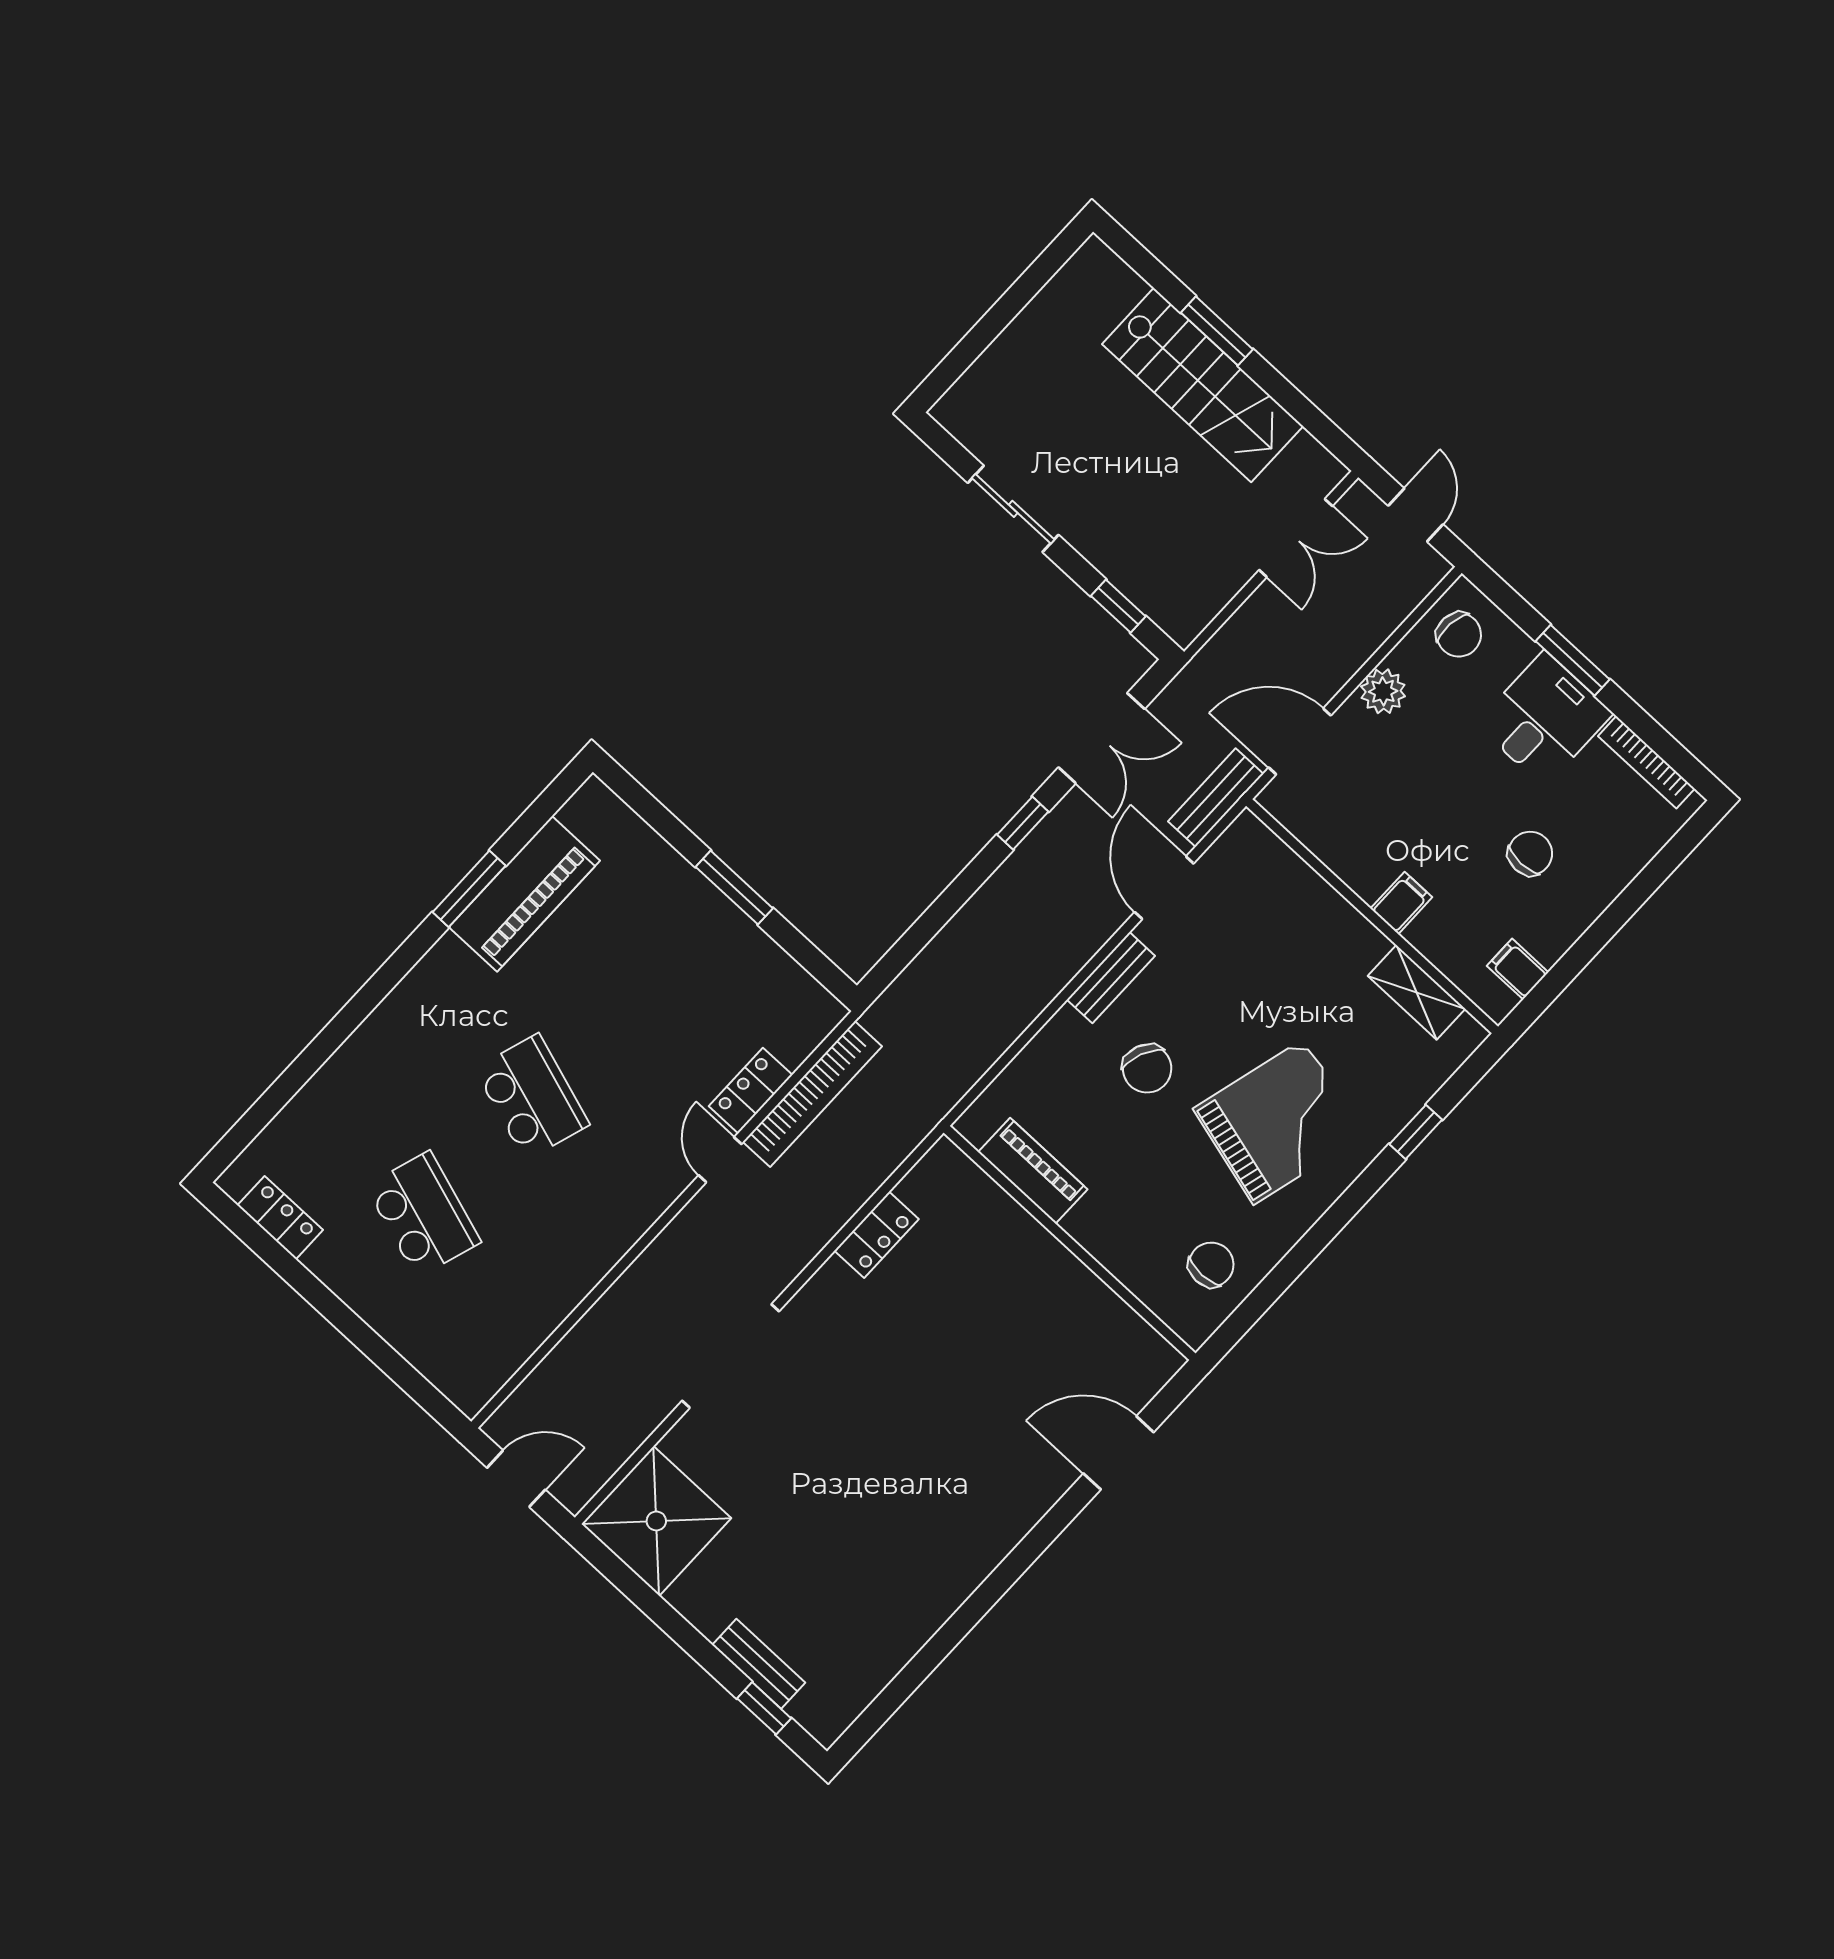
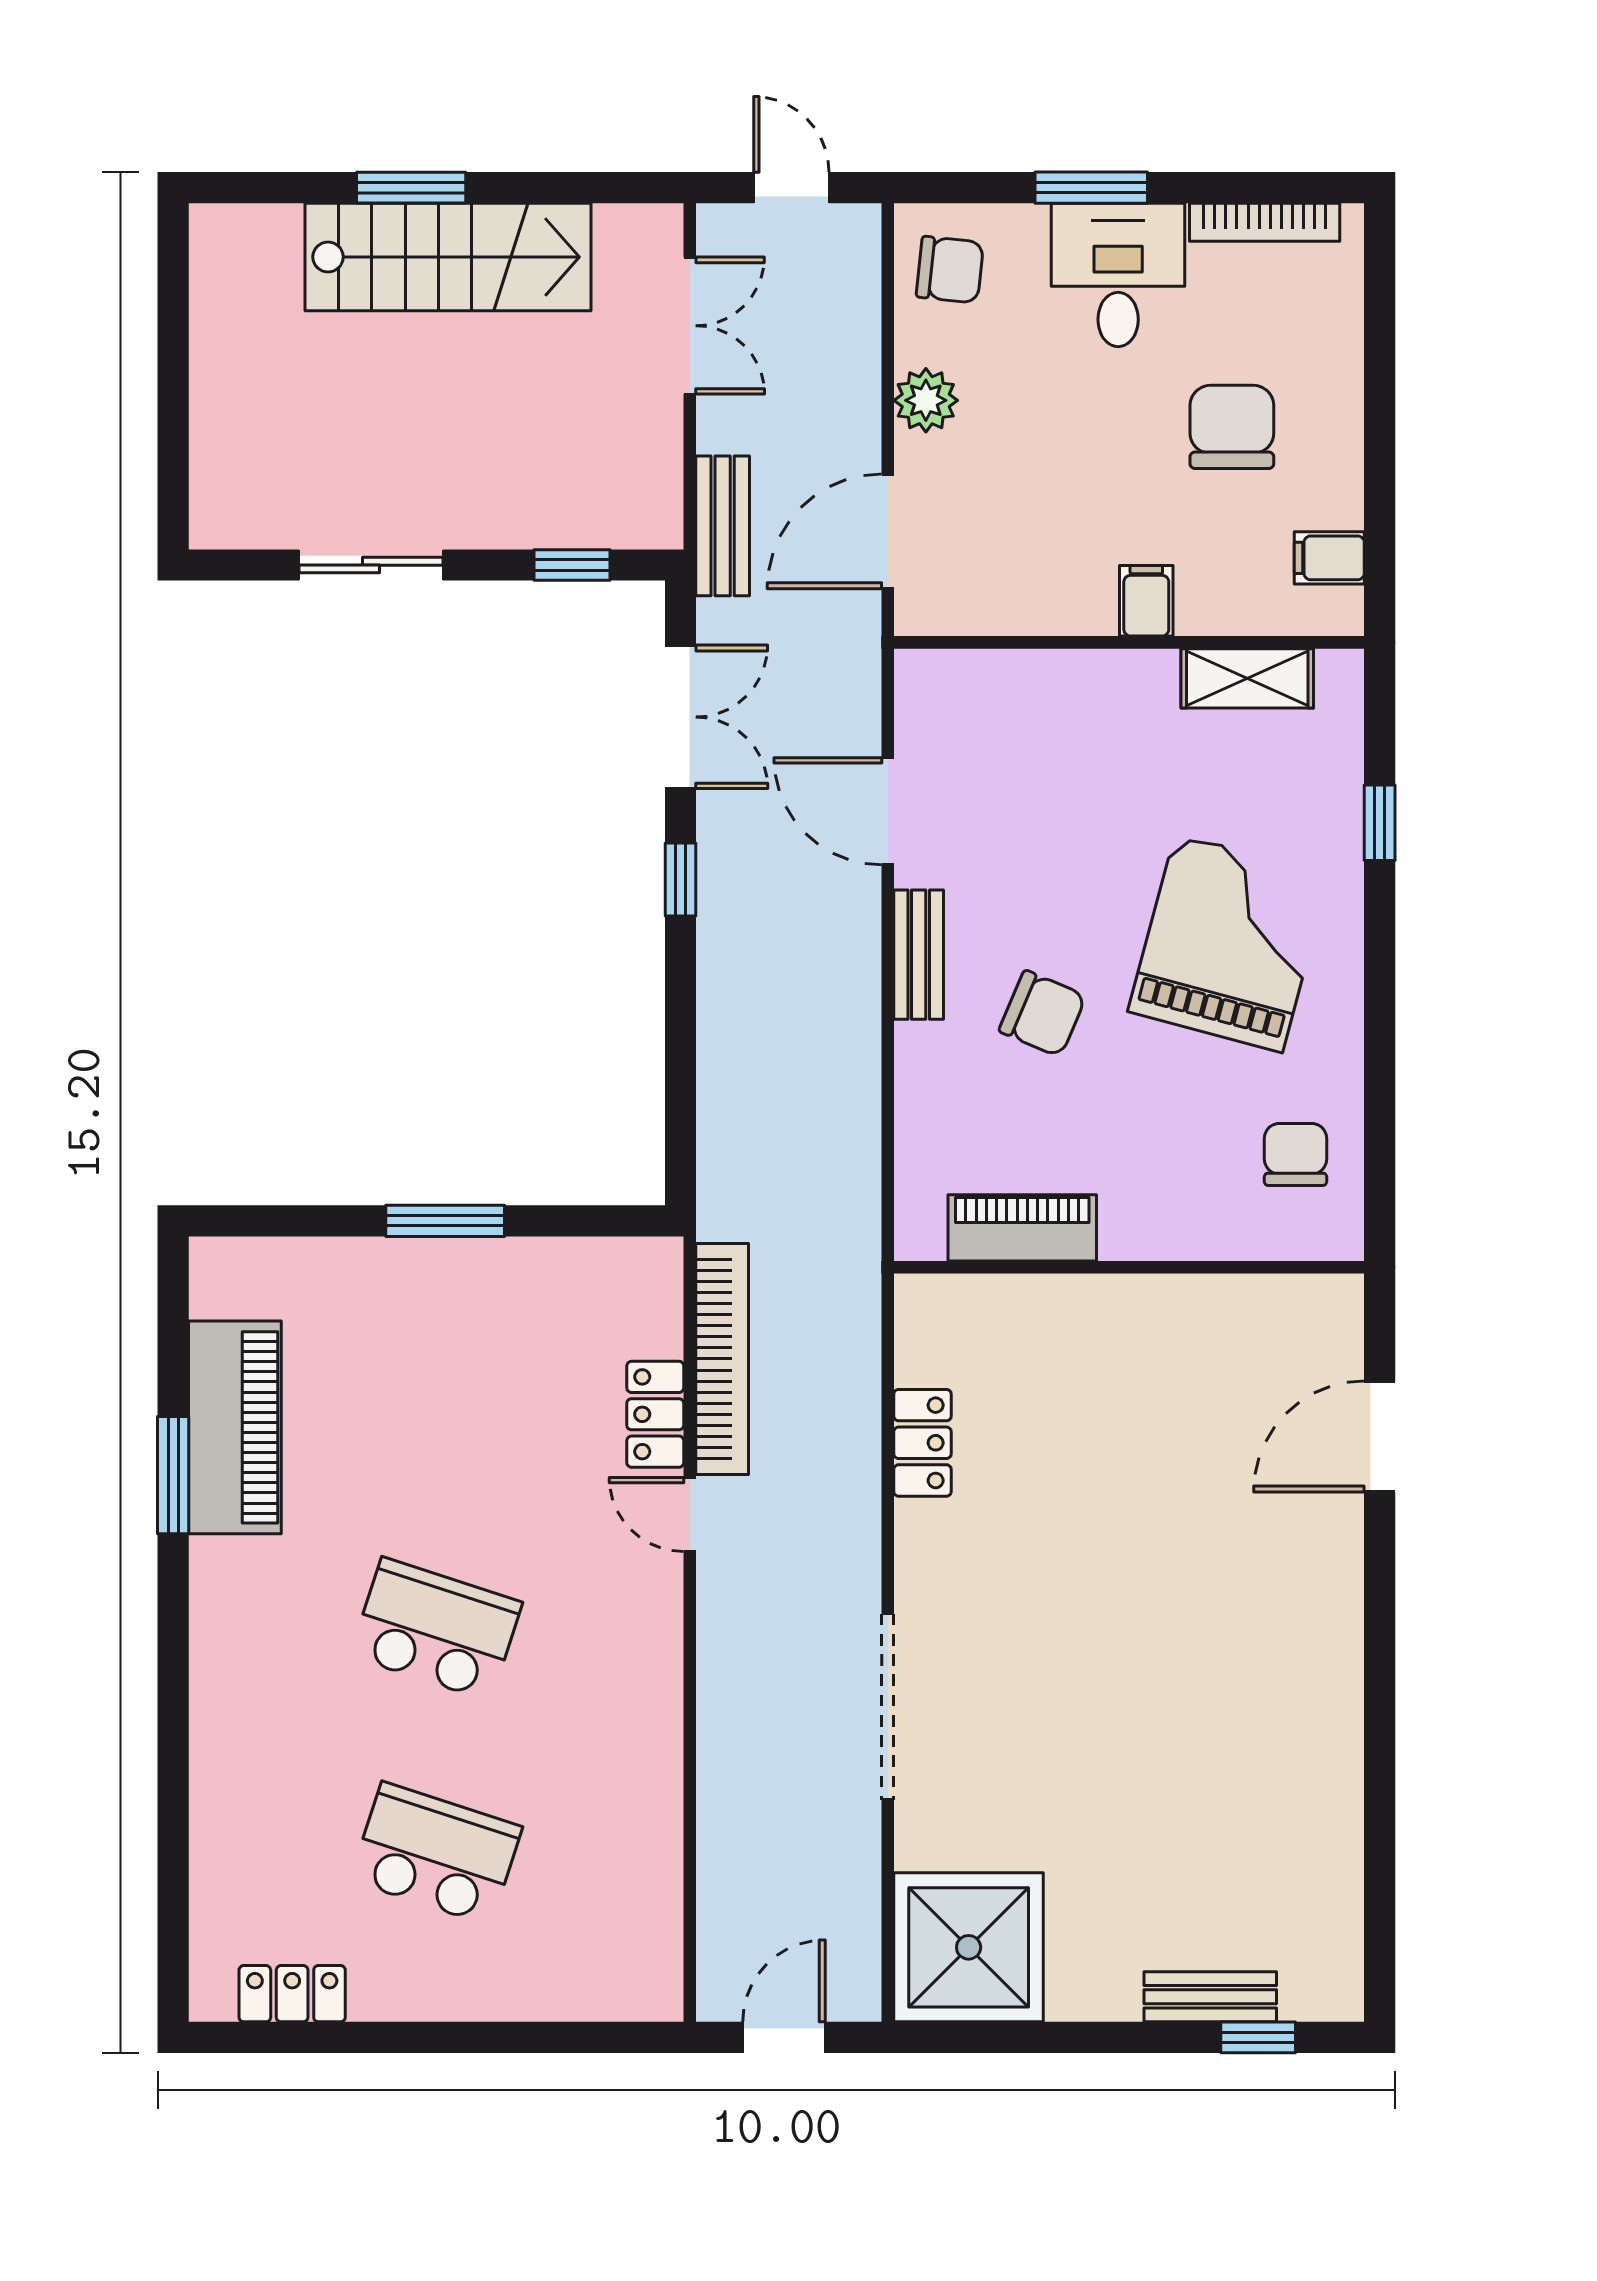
bench: (1216, 798) -> (723, 526), moved
chair: (1530, 853) -> (1232, 427), width x1.37, depth x1.37

